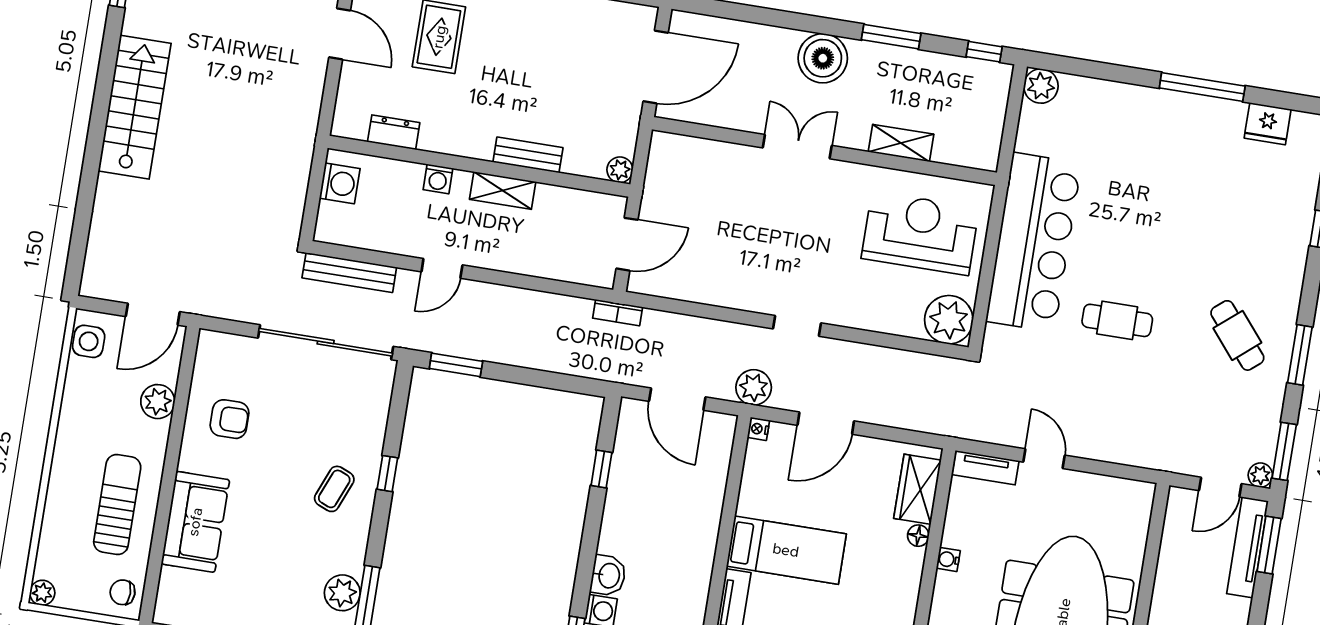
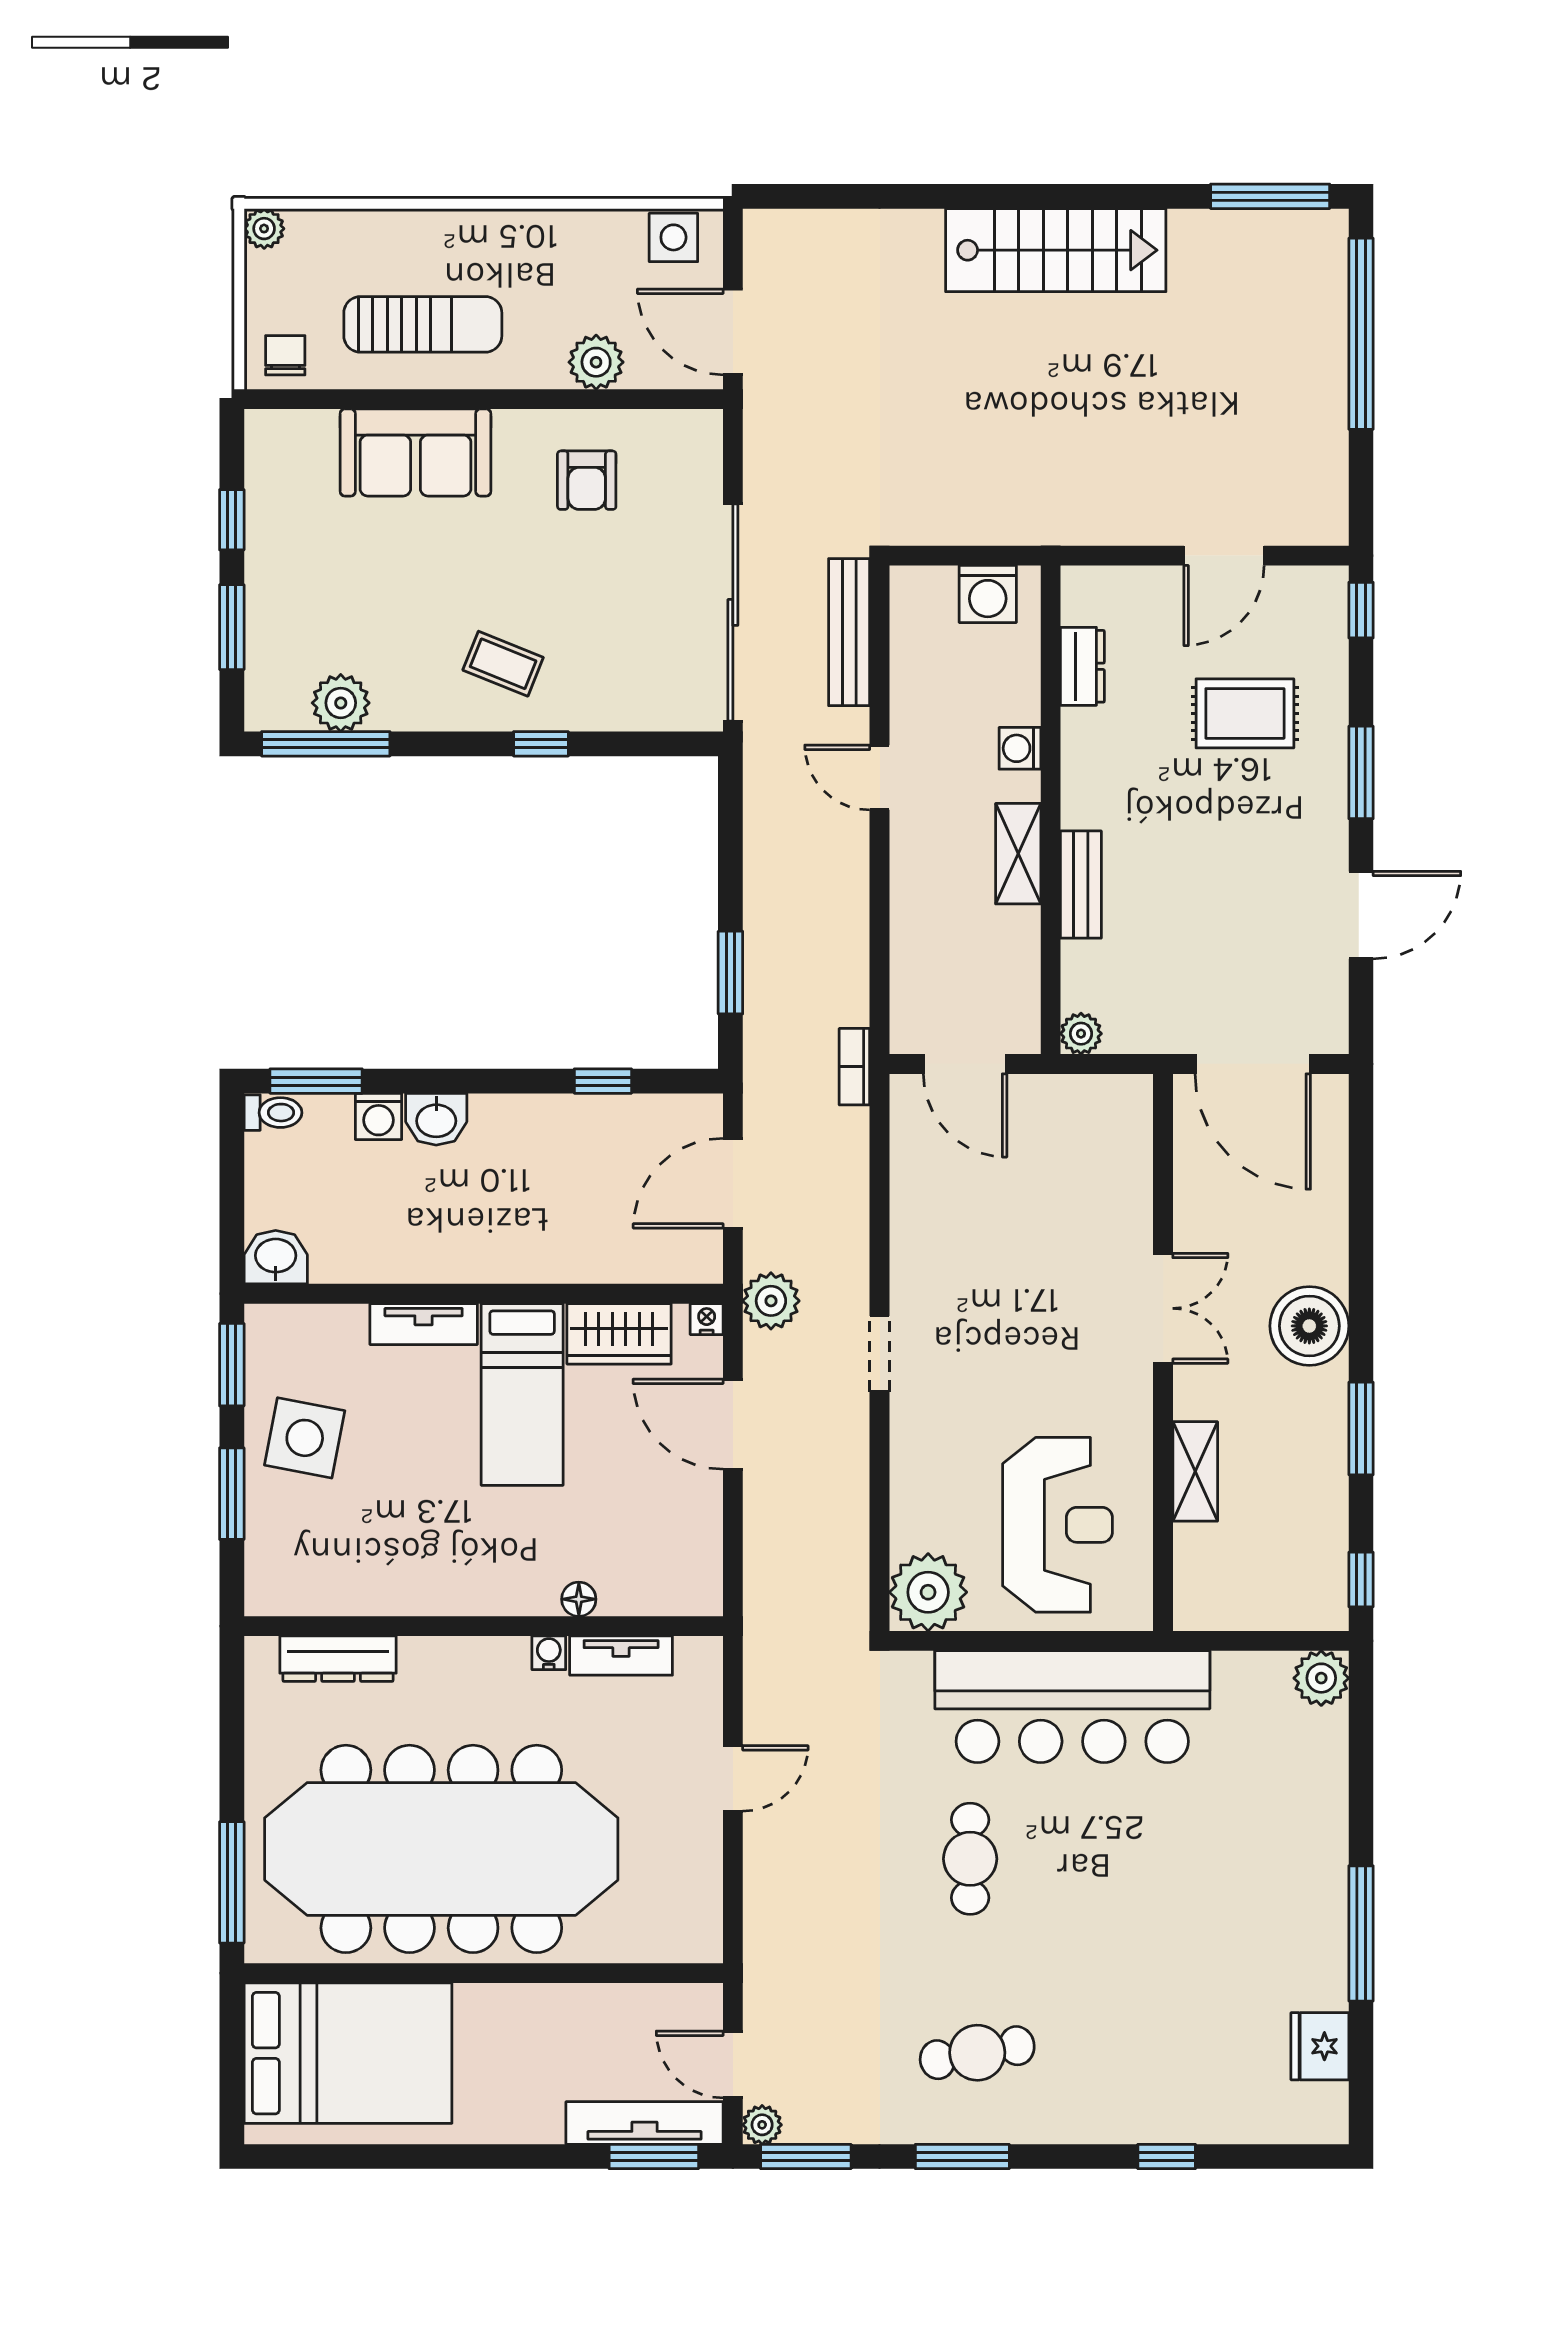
cafe table: (1237, 335) -> (977, 2053), turned 30
window: (456, 365) -> (730, 973), moved
tv unit: (985, 468) -> (621, 1656), moved, turned -90
wardrobe: (917, 489) -> (619, 1334), moved, turned 180

